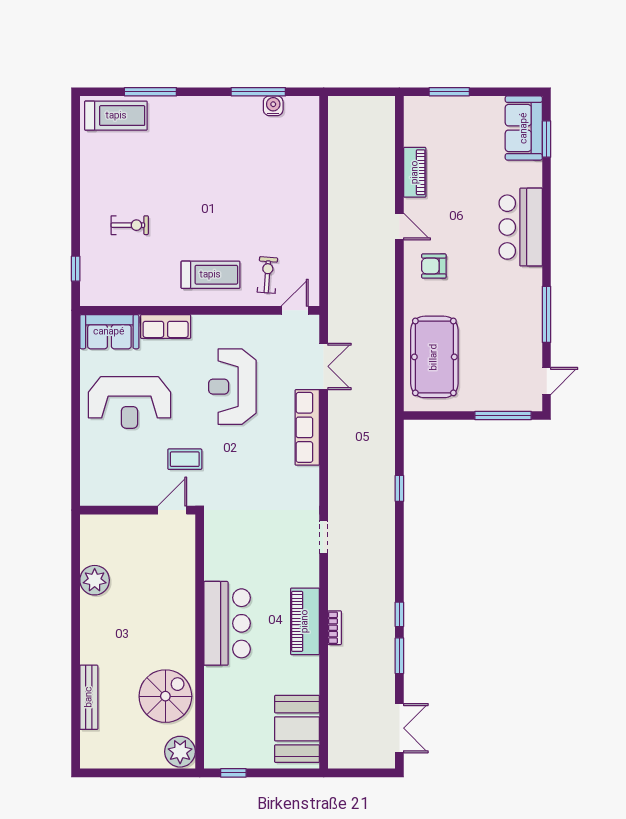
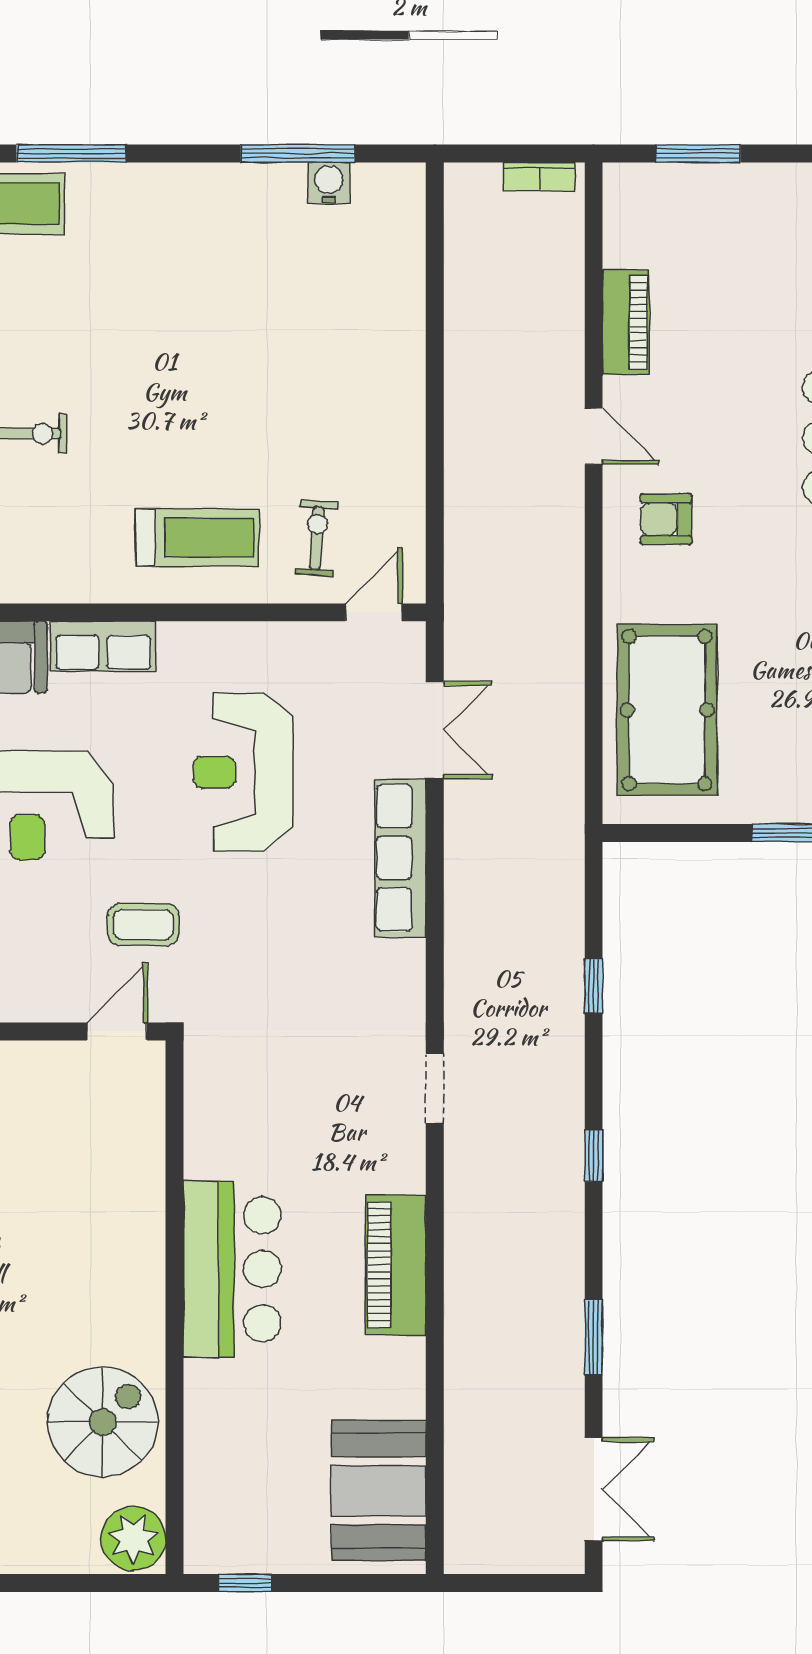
window: (399, 614) -> (594, 1156), moved
bookcase: (335, 628) -> (540, 176), moved, turned 90

